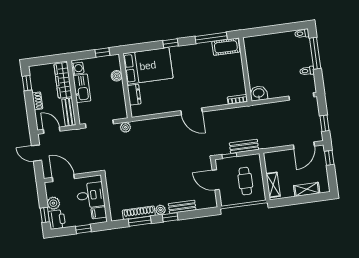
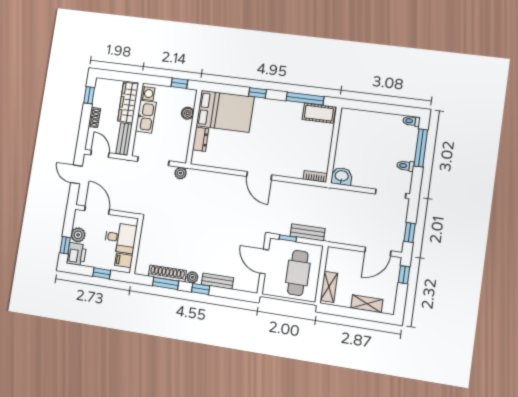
cafe table: (245, 181) -> (298, 273), width x1.37, depth x1.35

